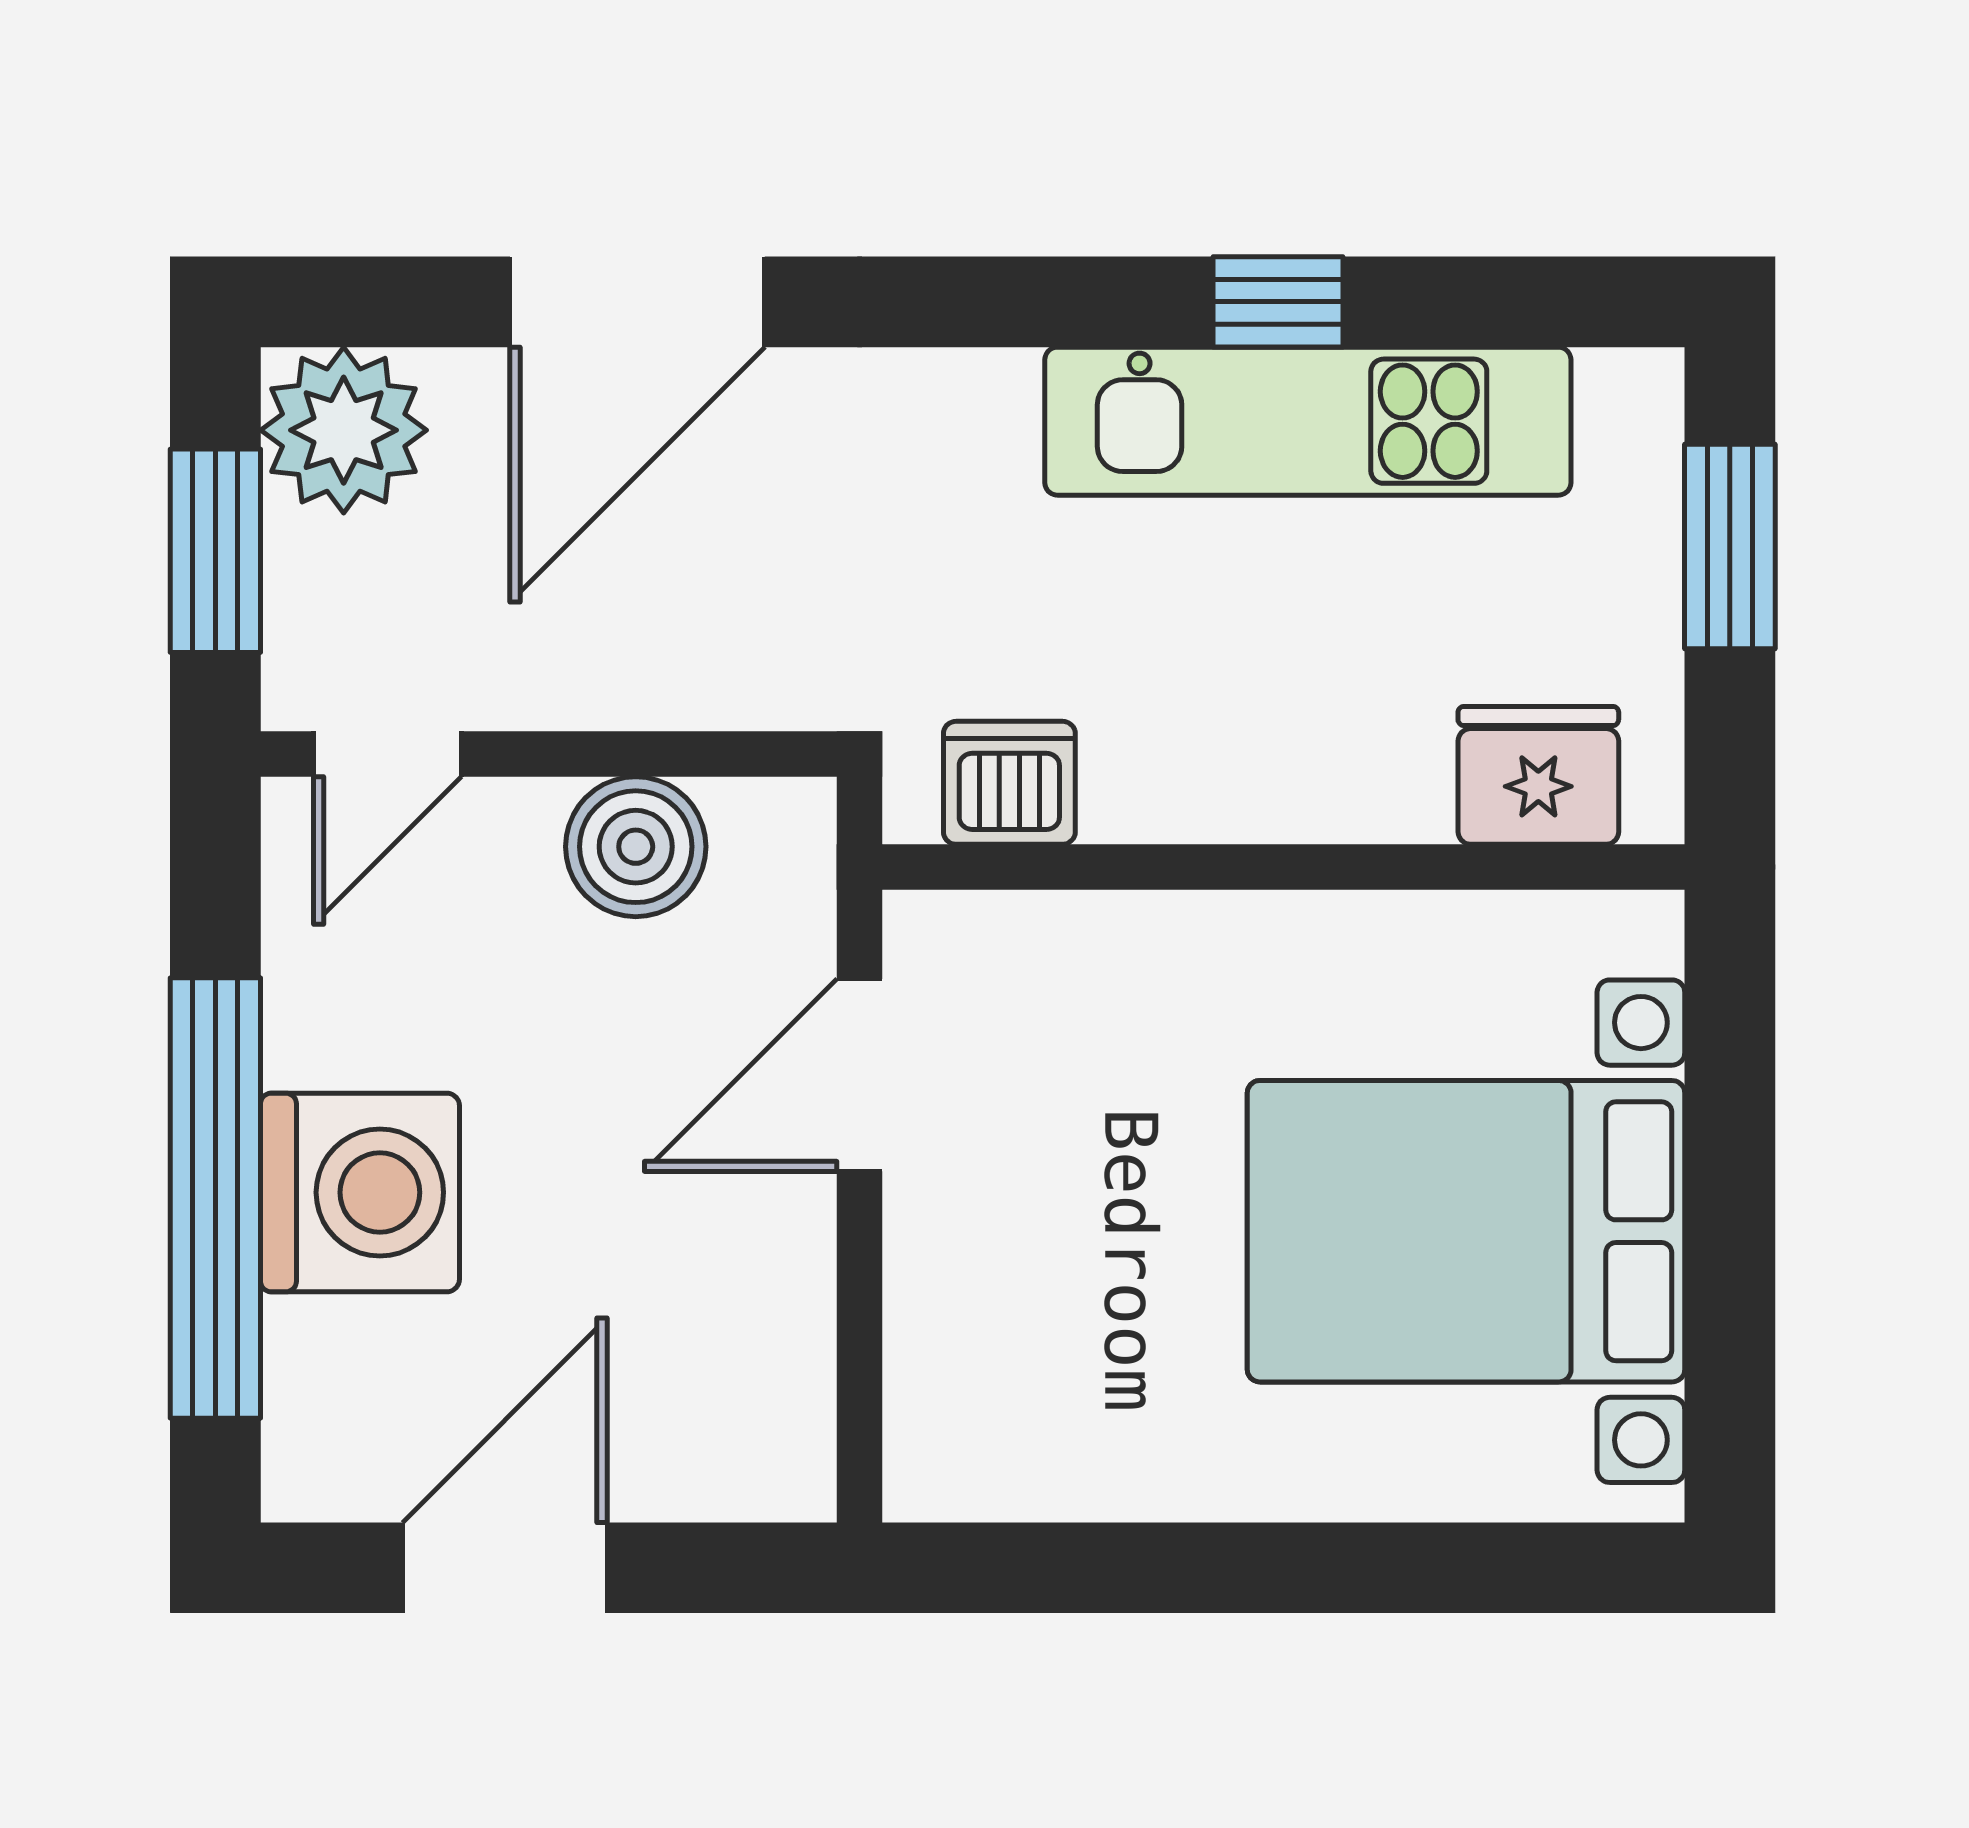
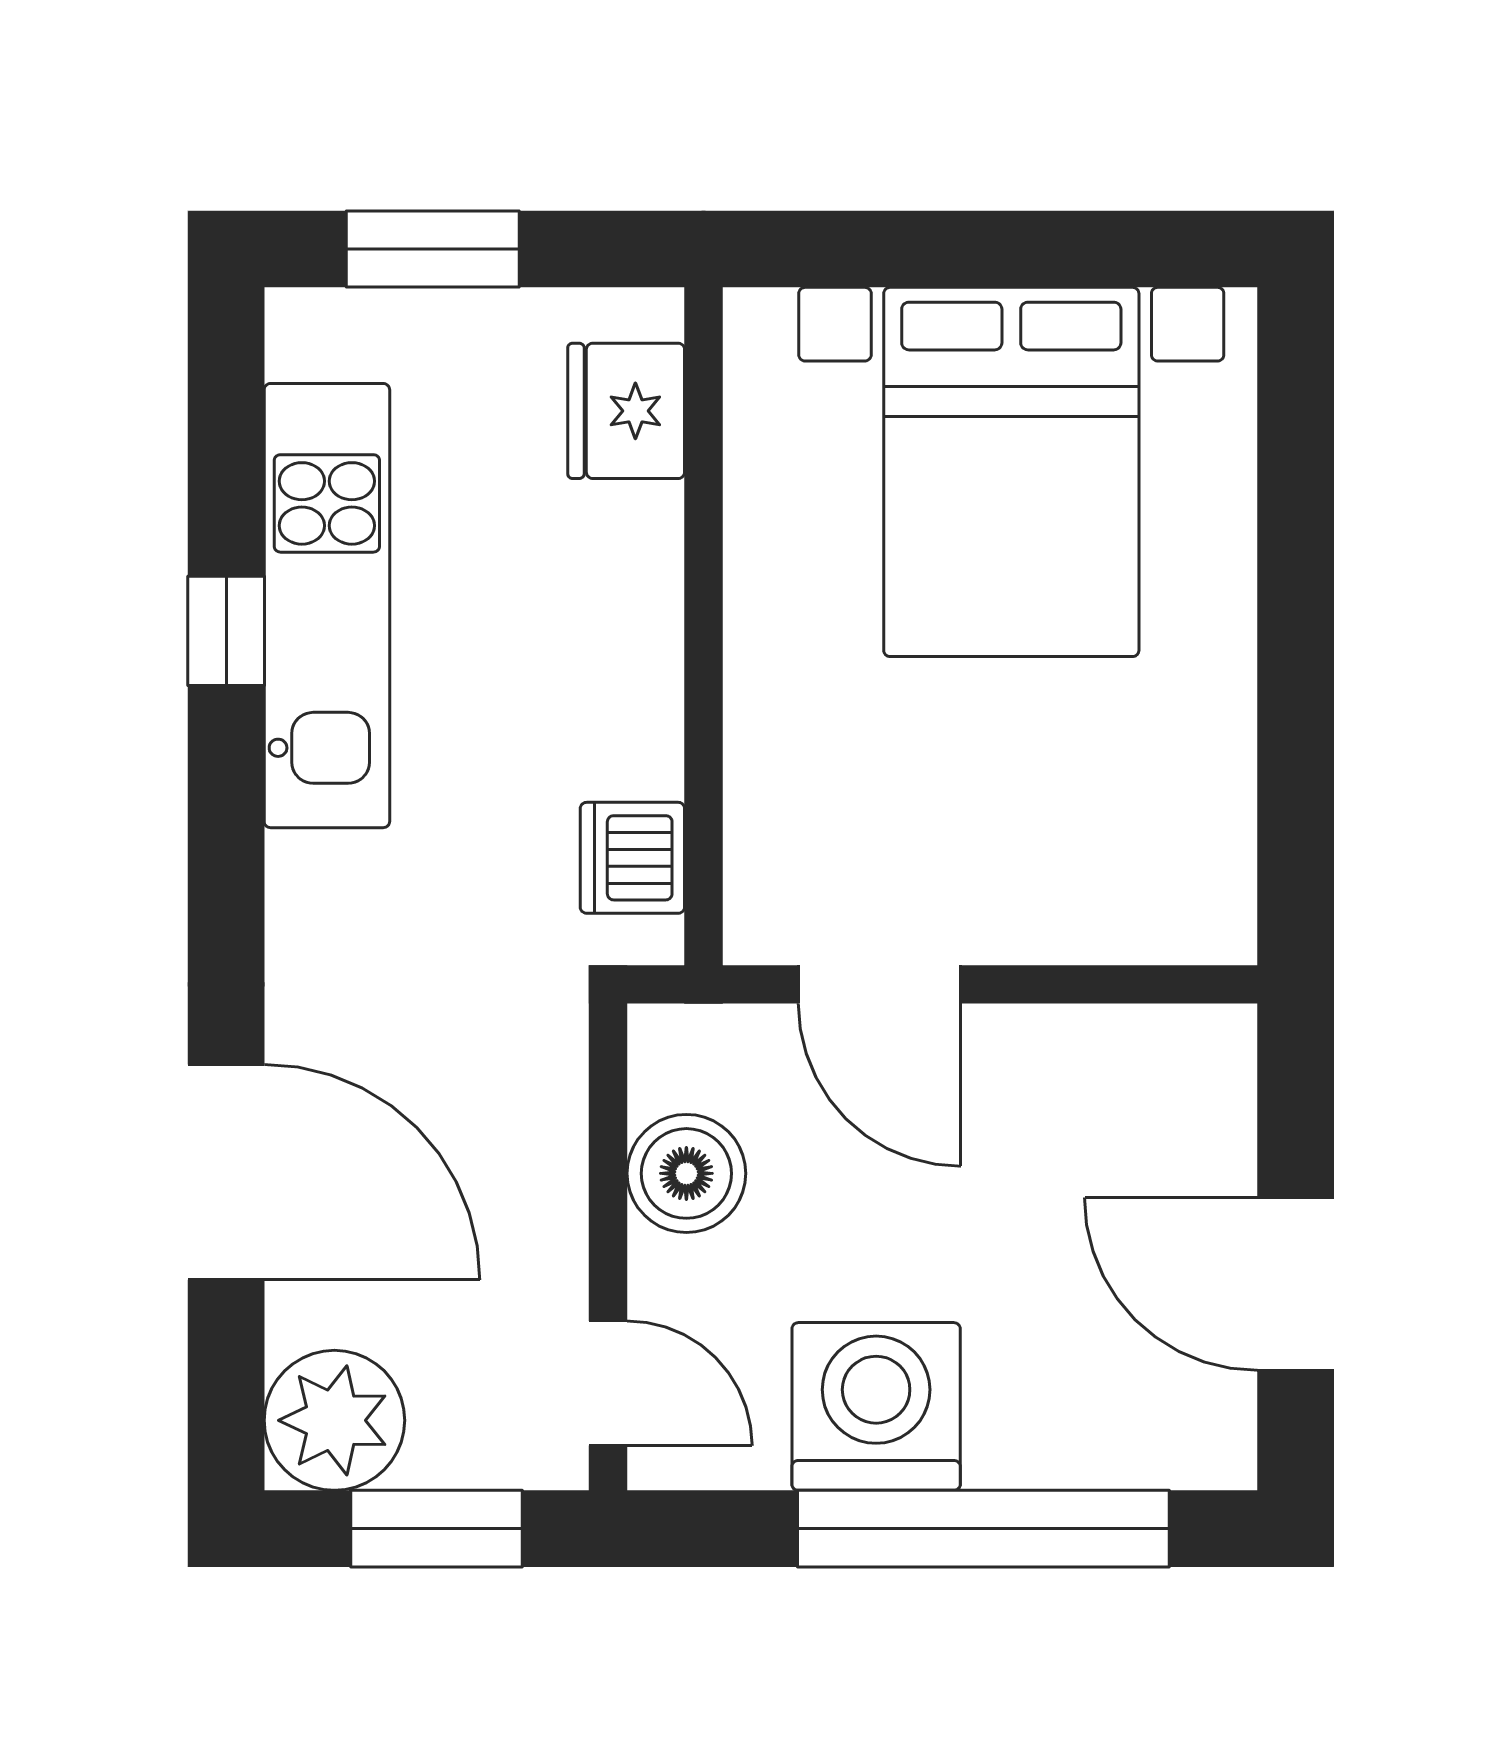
washing machine: (360, 1192) -> (876, 1406), moved

